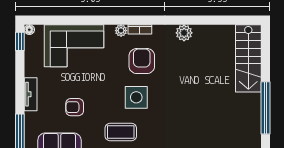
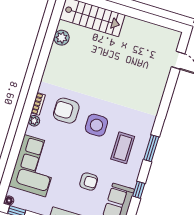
plant: (184, 33) -> (62, 38), moved
armchair: (75, 107) -> (89, 182), turned -90
window: (265, 108) -> (140, 15), removed

